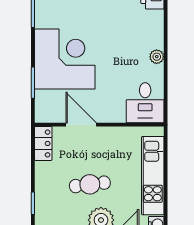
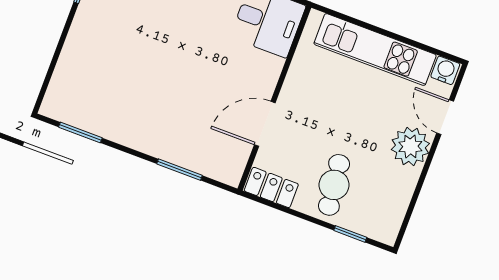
corner desk: (65, 59) -> (163, 112), removed
cafe table: (90, 184) -> (334, 185), moved

